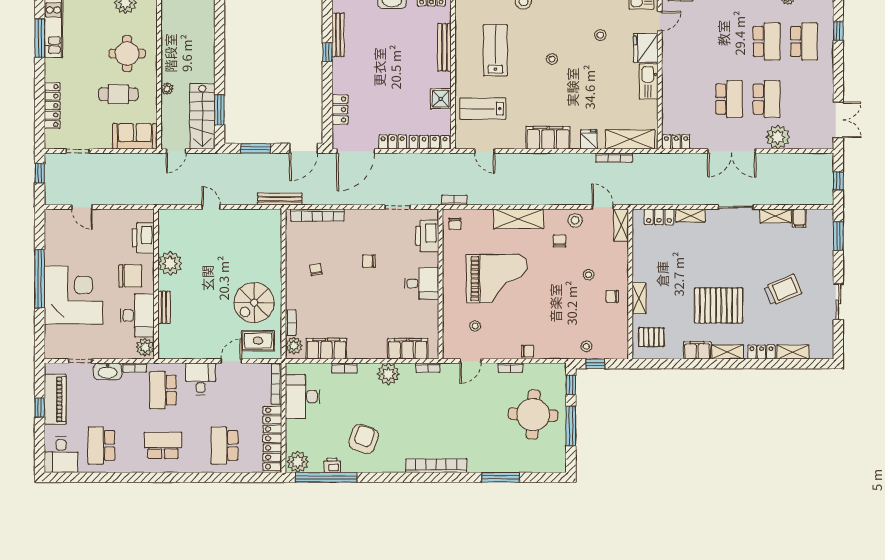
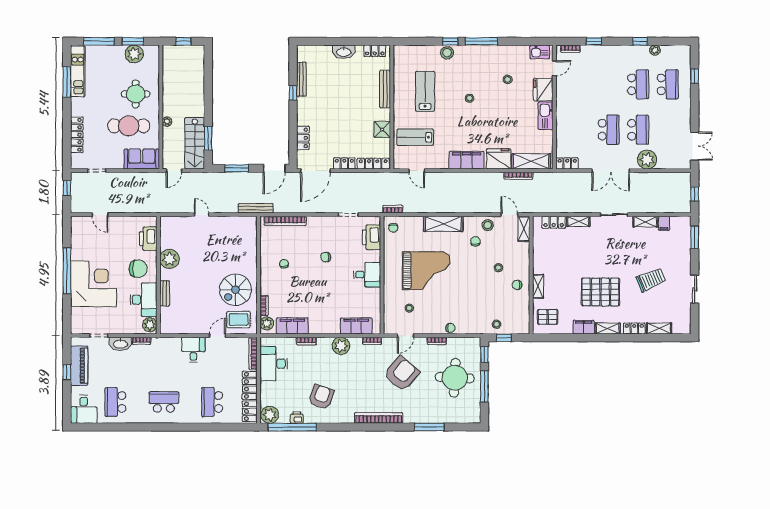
cafe table: (118, 94) -> (129, 126), width x1.37, depth x1.35
fridge: (589, 139) -> (499, 159), width x1.88, depth x1.34
school desk: (163, 390) -> (164, 358), removed
armchair: (466, 409) -> (402, 374), added

